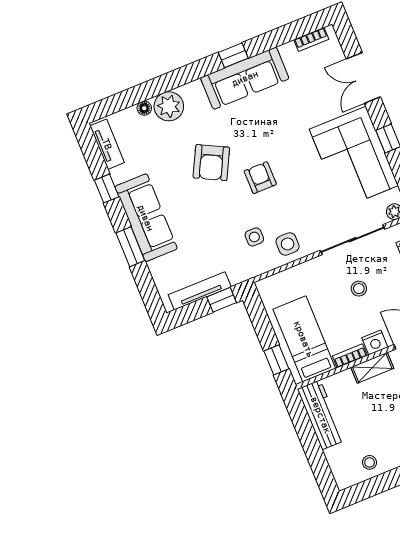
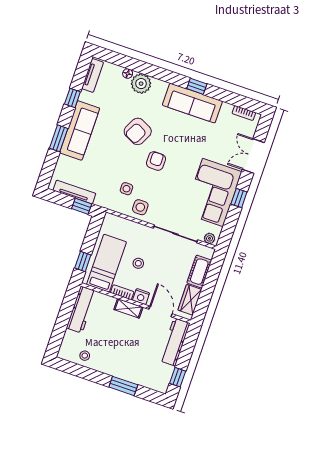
stool: (359, 289) -> (138, 263), moved

